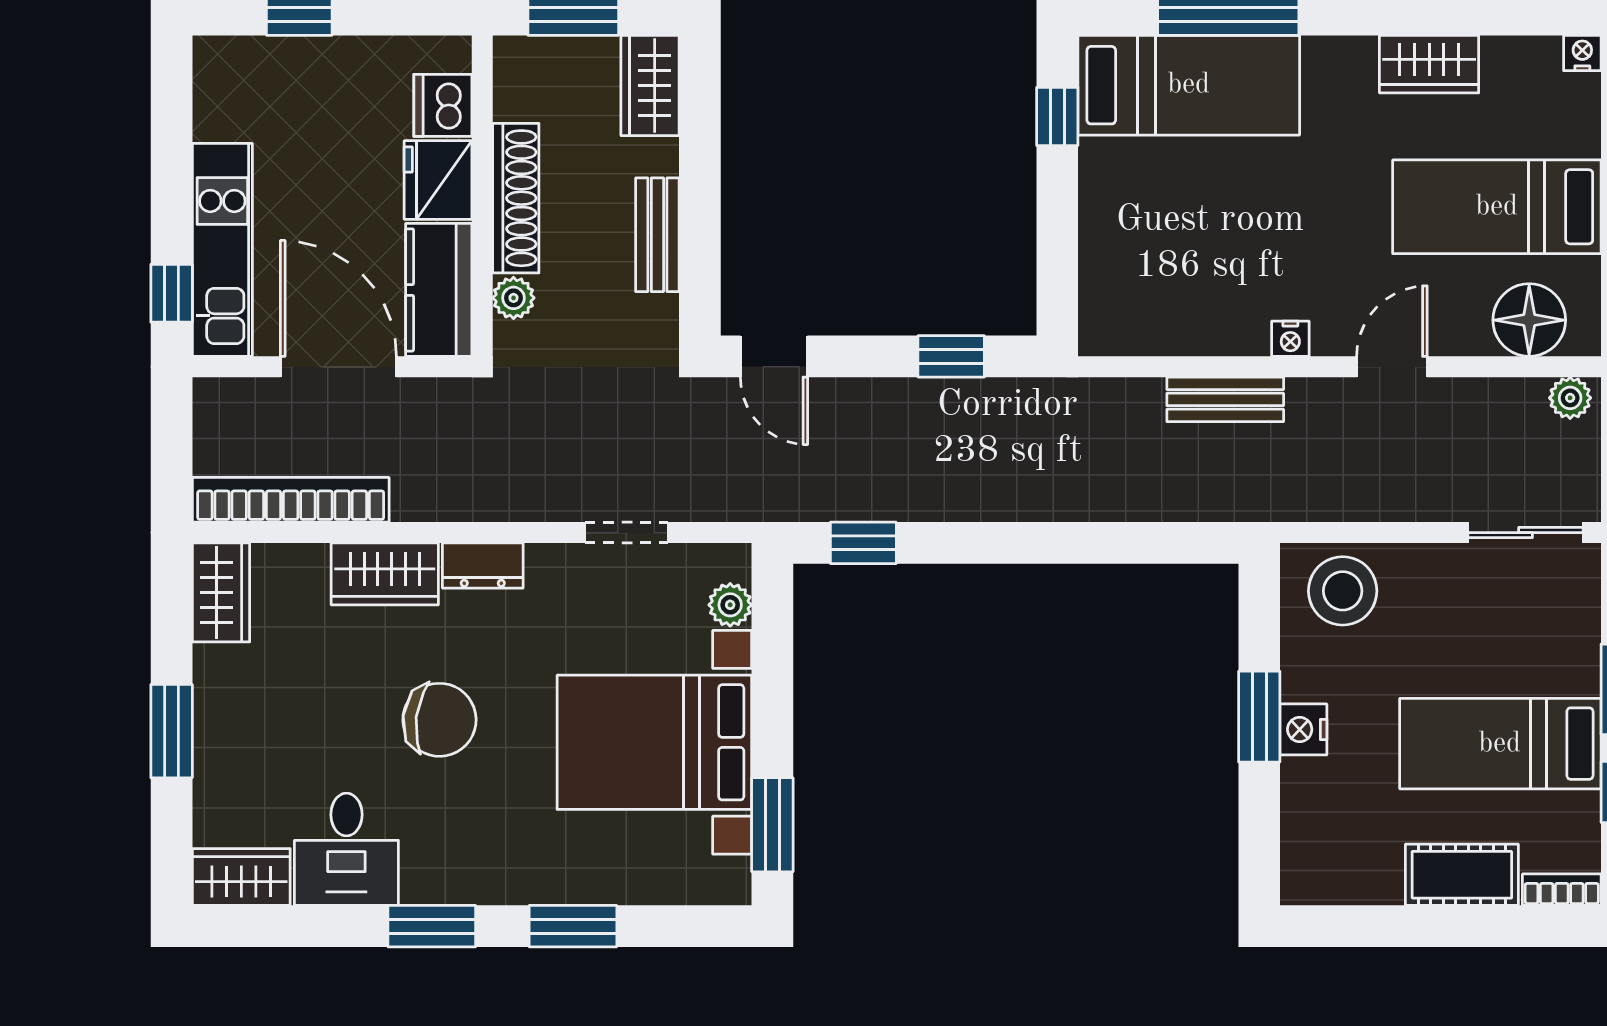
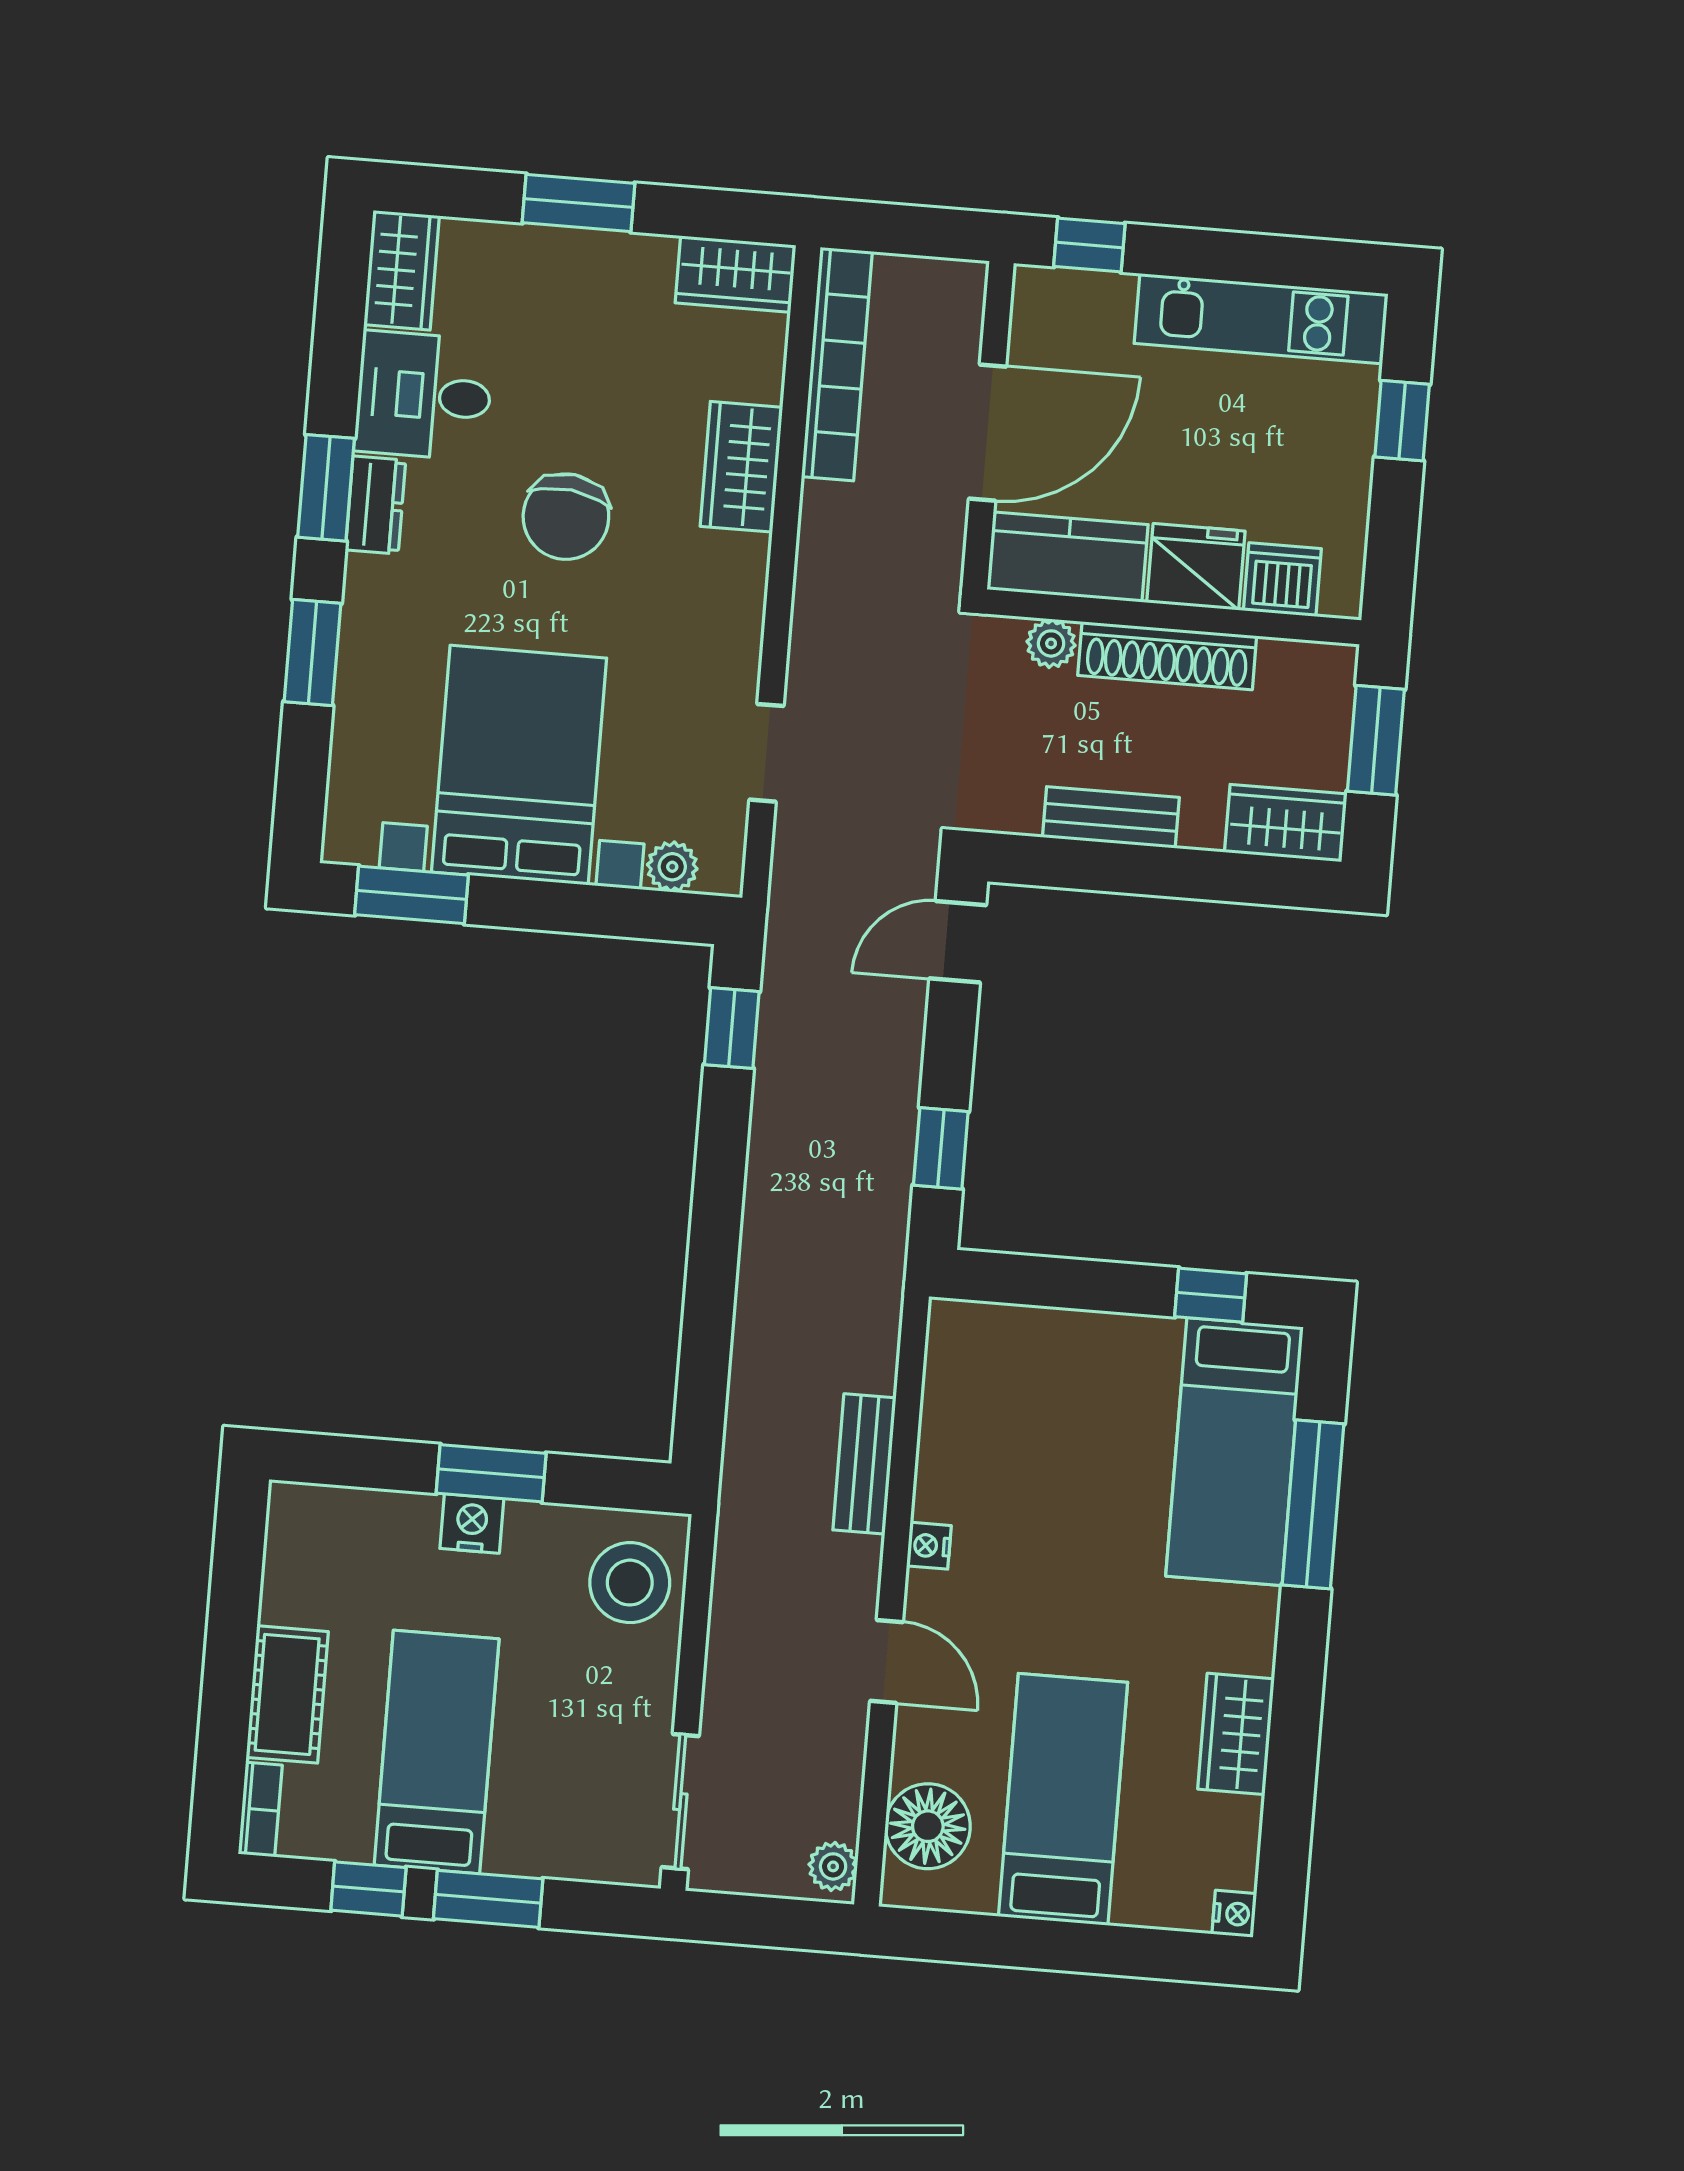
kitchen unit: (222, 250) -> (1261, 319), moved
dresser: (483, 566) -> (376, 505), moved, turned 180

